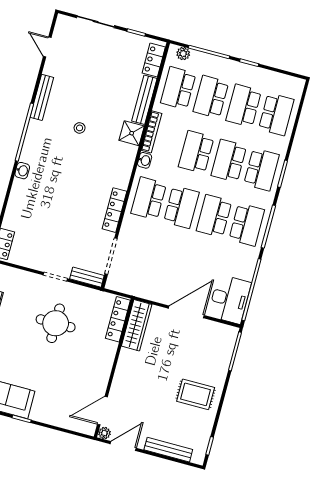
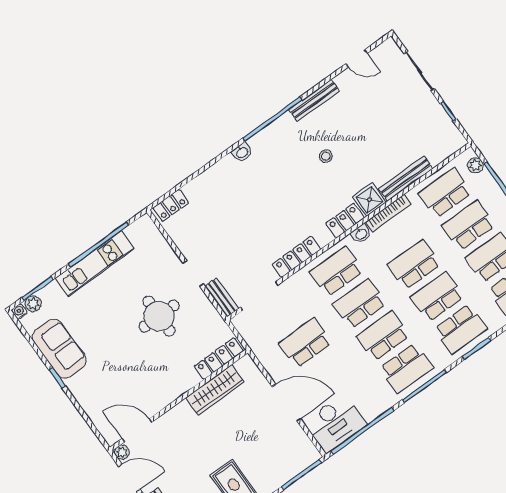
door: (47, 47) -> (357, 58), swing flipped
locker: (154, 60) -> (345, 221), moved
school desk: (181, 207) -> (360, 304), turned 180
school desk: (167, 262) -> (305, 343), added
wardrobe: (137, 325) -> (215, 390), moved

